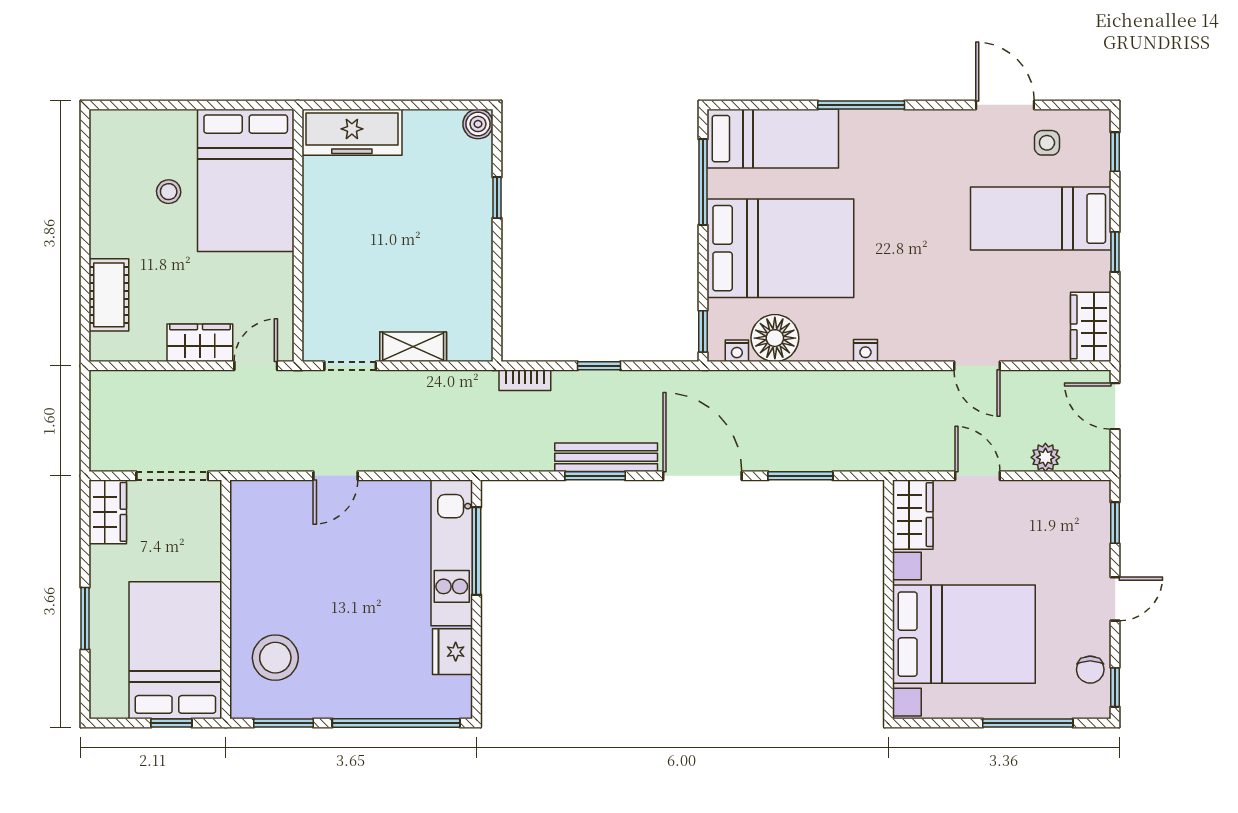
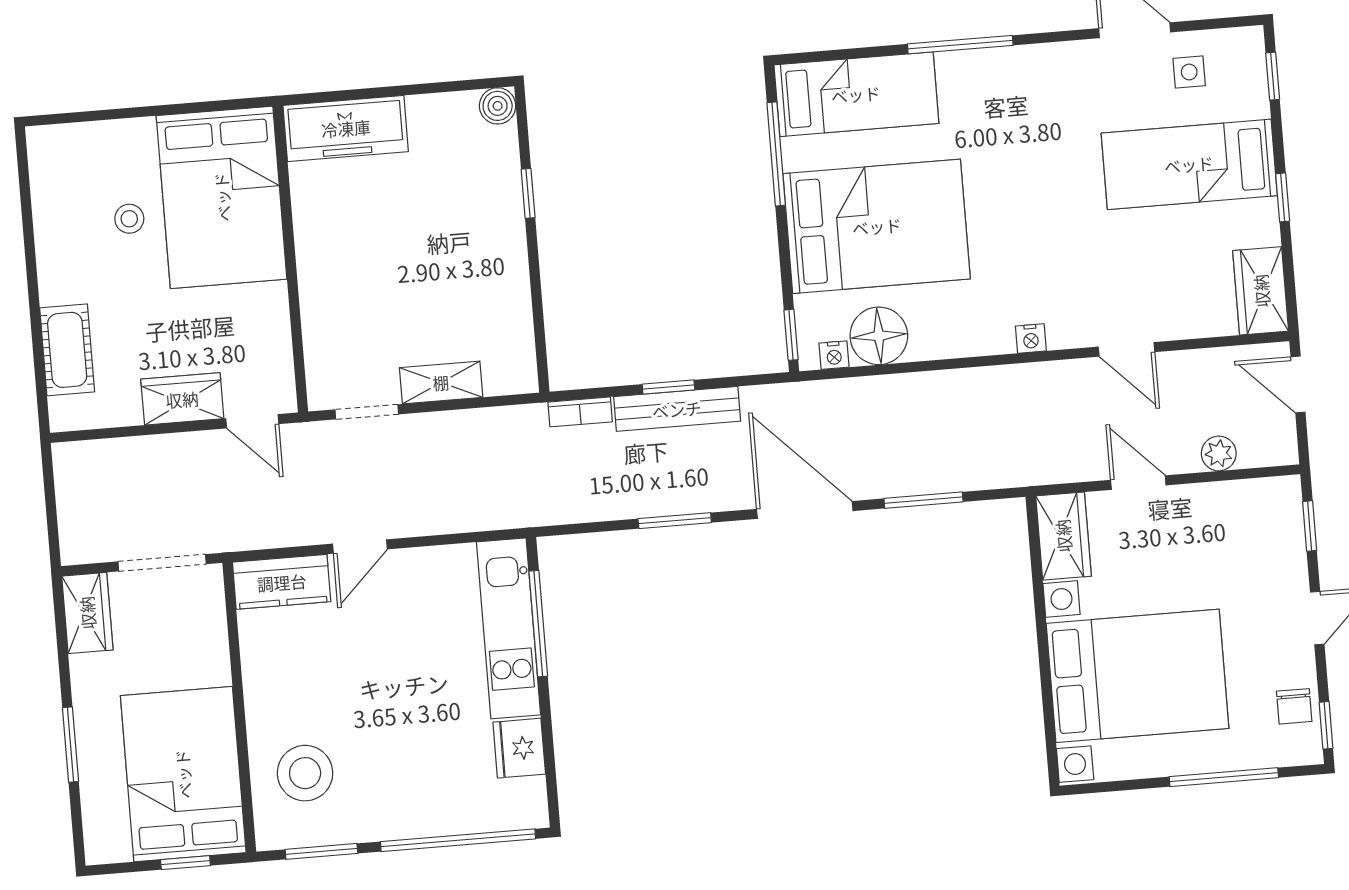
nightstand: (865, 350) -> (1031, 339), moved
door: (256, 366) -> (252, 421), swing flipped
bench: (606, 457) -> (677, 409), moved
kitchen counter: (269, 499) -> (282, 582), added

